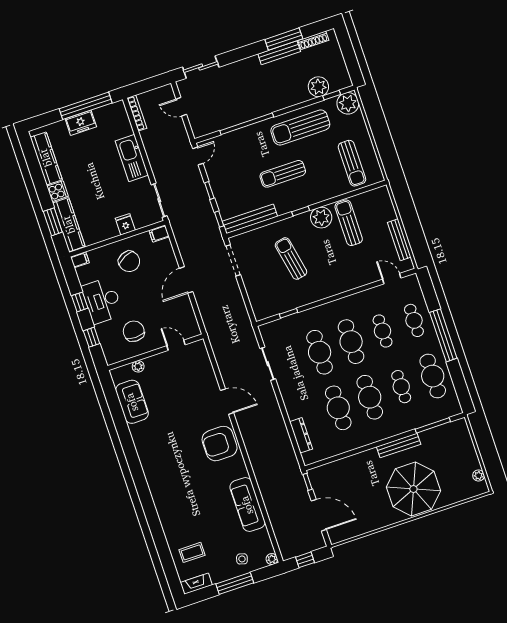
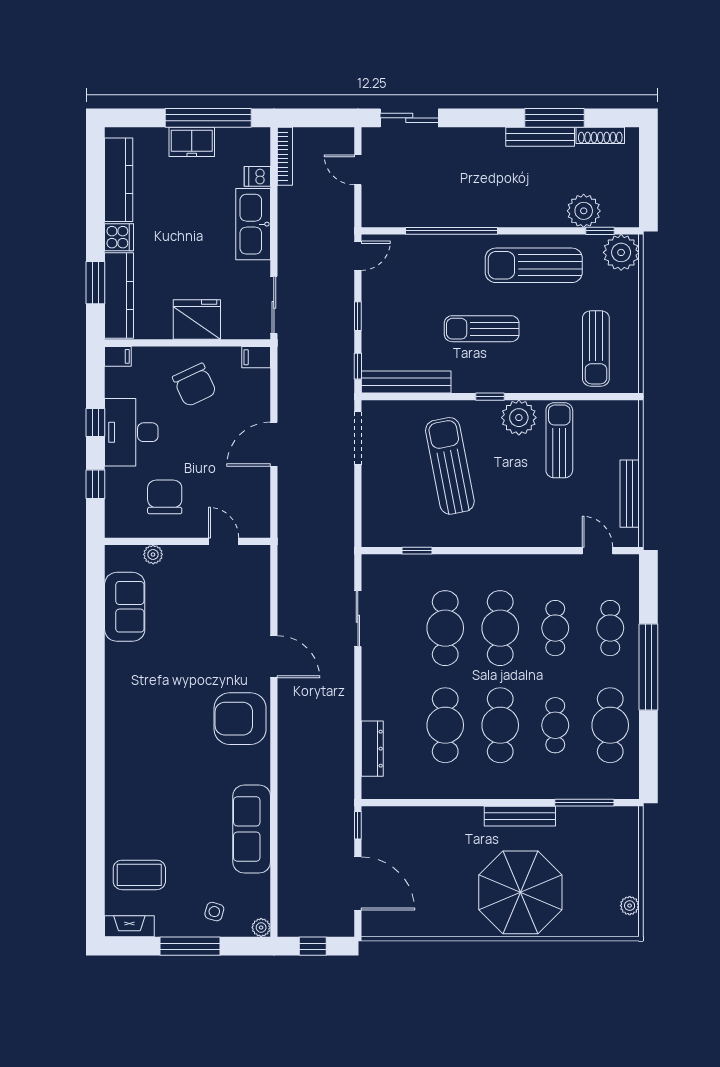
dishwasher: (125, 130) -> (257, 176), added
fridge: (125, 224) -> (197, 320), width x1.88, depth x1.34
sun lounger: (291, 258) -> (450, 466), width x1.36, depth x1.34
coffee table: (192, 552) -> (139, 875), width x1.36, depth x1.30

